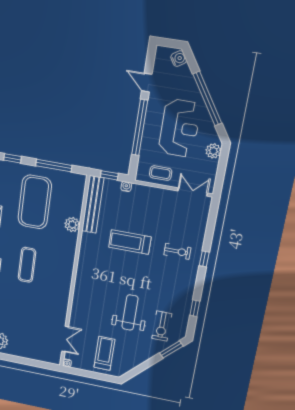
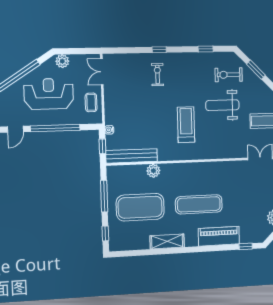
treadmill: (130, 242) -> (186, 125), moved, turned 180
exercise mat: (27, 265) -> (199, 204), width x1.36, depth x1.45
exercise bike: (162, 326) -> (229, 75), turned 180
window: (171, 349) -> (256, 70), moved

